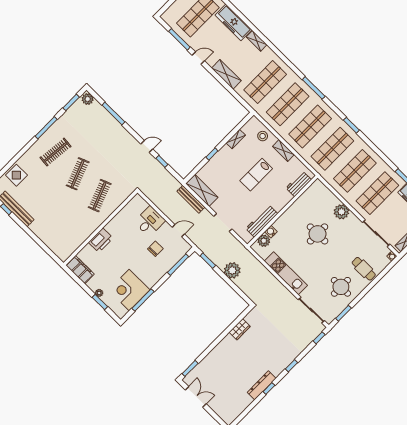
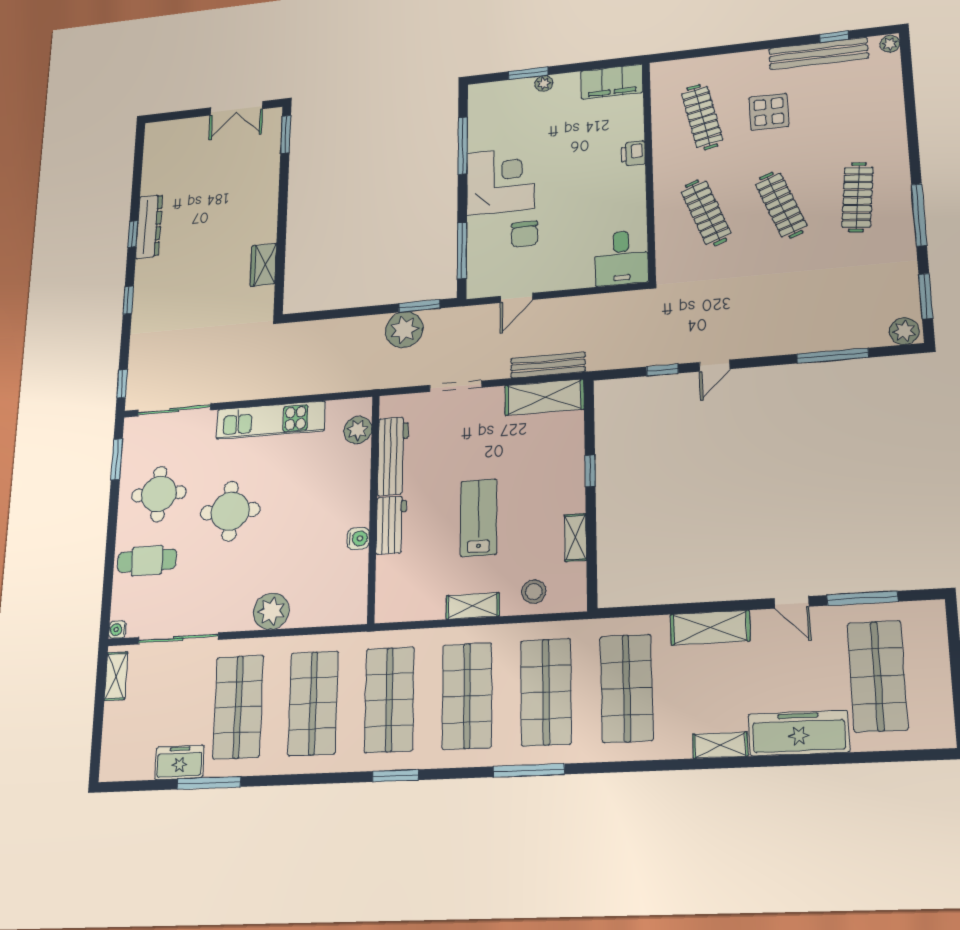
door: (198, 58) -> (792, 602), hinge flipped
display table: (16, 175) -> (769, 112), moved
workbench: (299, 184) -> (391, 525), moved
desk: (150, 221) -> (621, 258), moved
clothes rail: (68, 227) -> (702, 117), added
water cooler: (271, 232) -> (358, 539), moved
round table: (318, 234) -> (230, 511), moved
printer: (101, 240) -> (633, 153), width x0.53, depth x0.68
plant: (232, 270) -> (404, 330), moved
corner desk: (129, 290) -> (501, 181), moved

